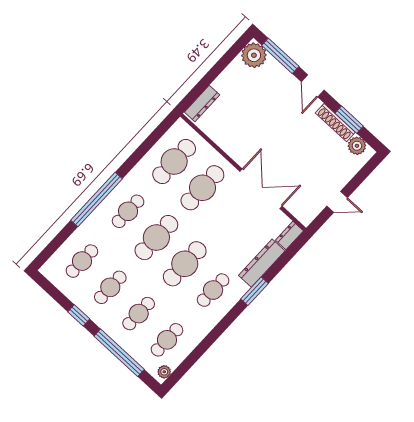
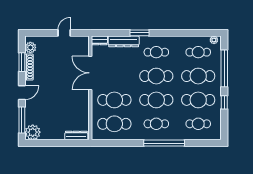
door: (337, 202) -> (64, 33), hinge flipped
cafe table: (110, 287) -> (198, 100), width x1.37, depth x1.35
cafe table: (139, 314) -> (198, 76), width x1.37, depth x1.35

